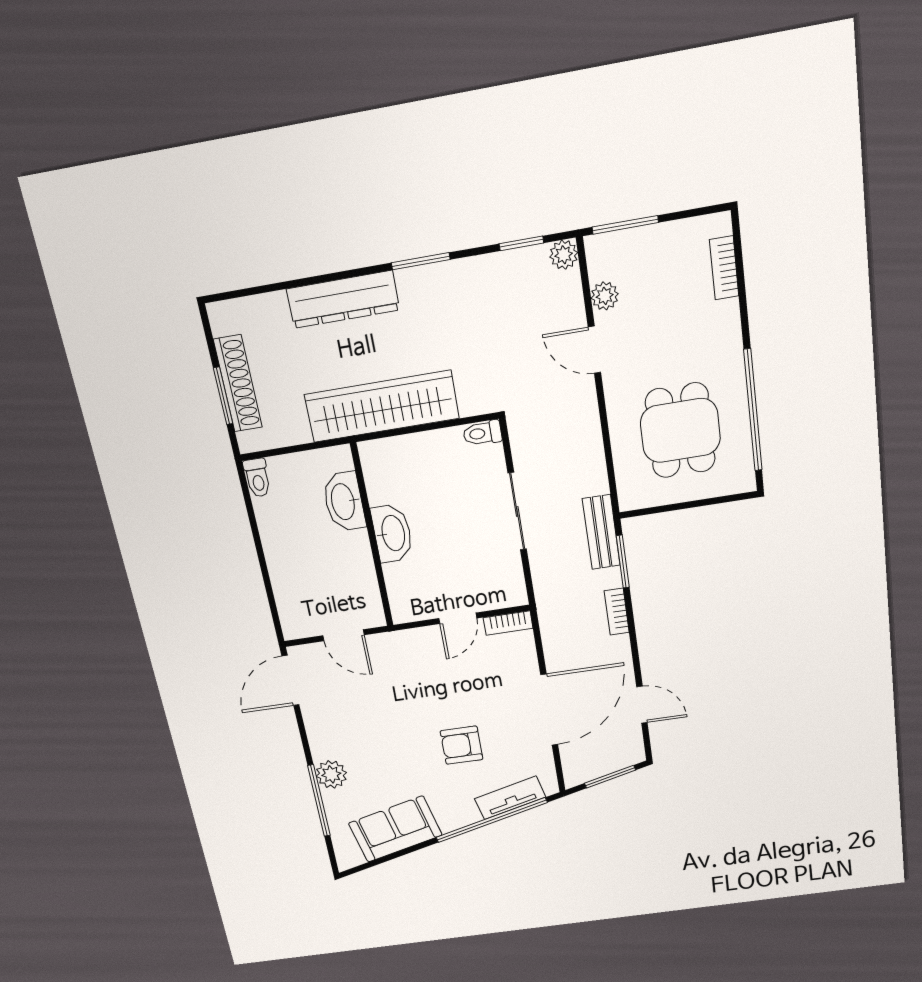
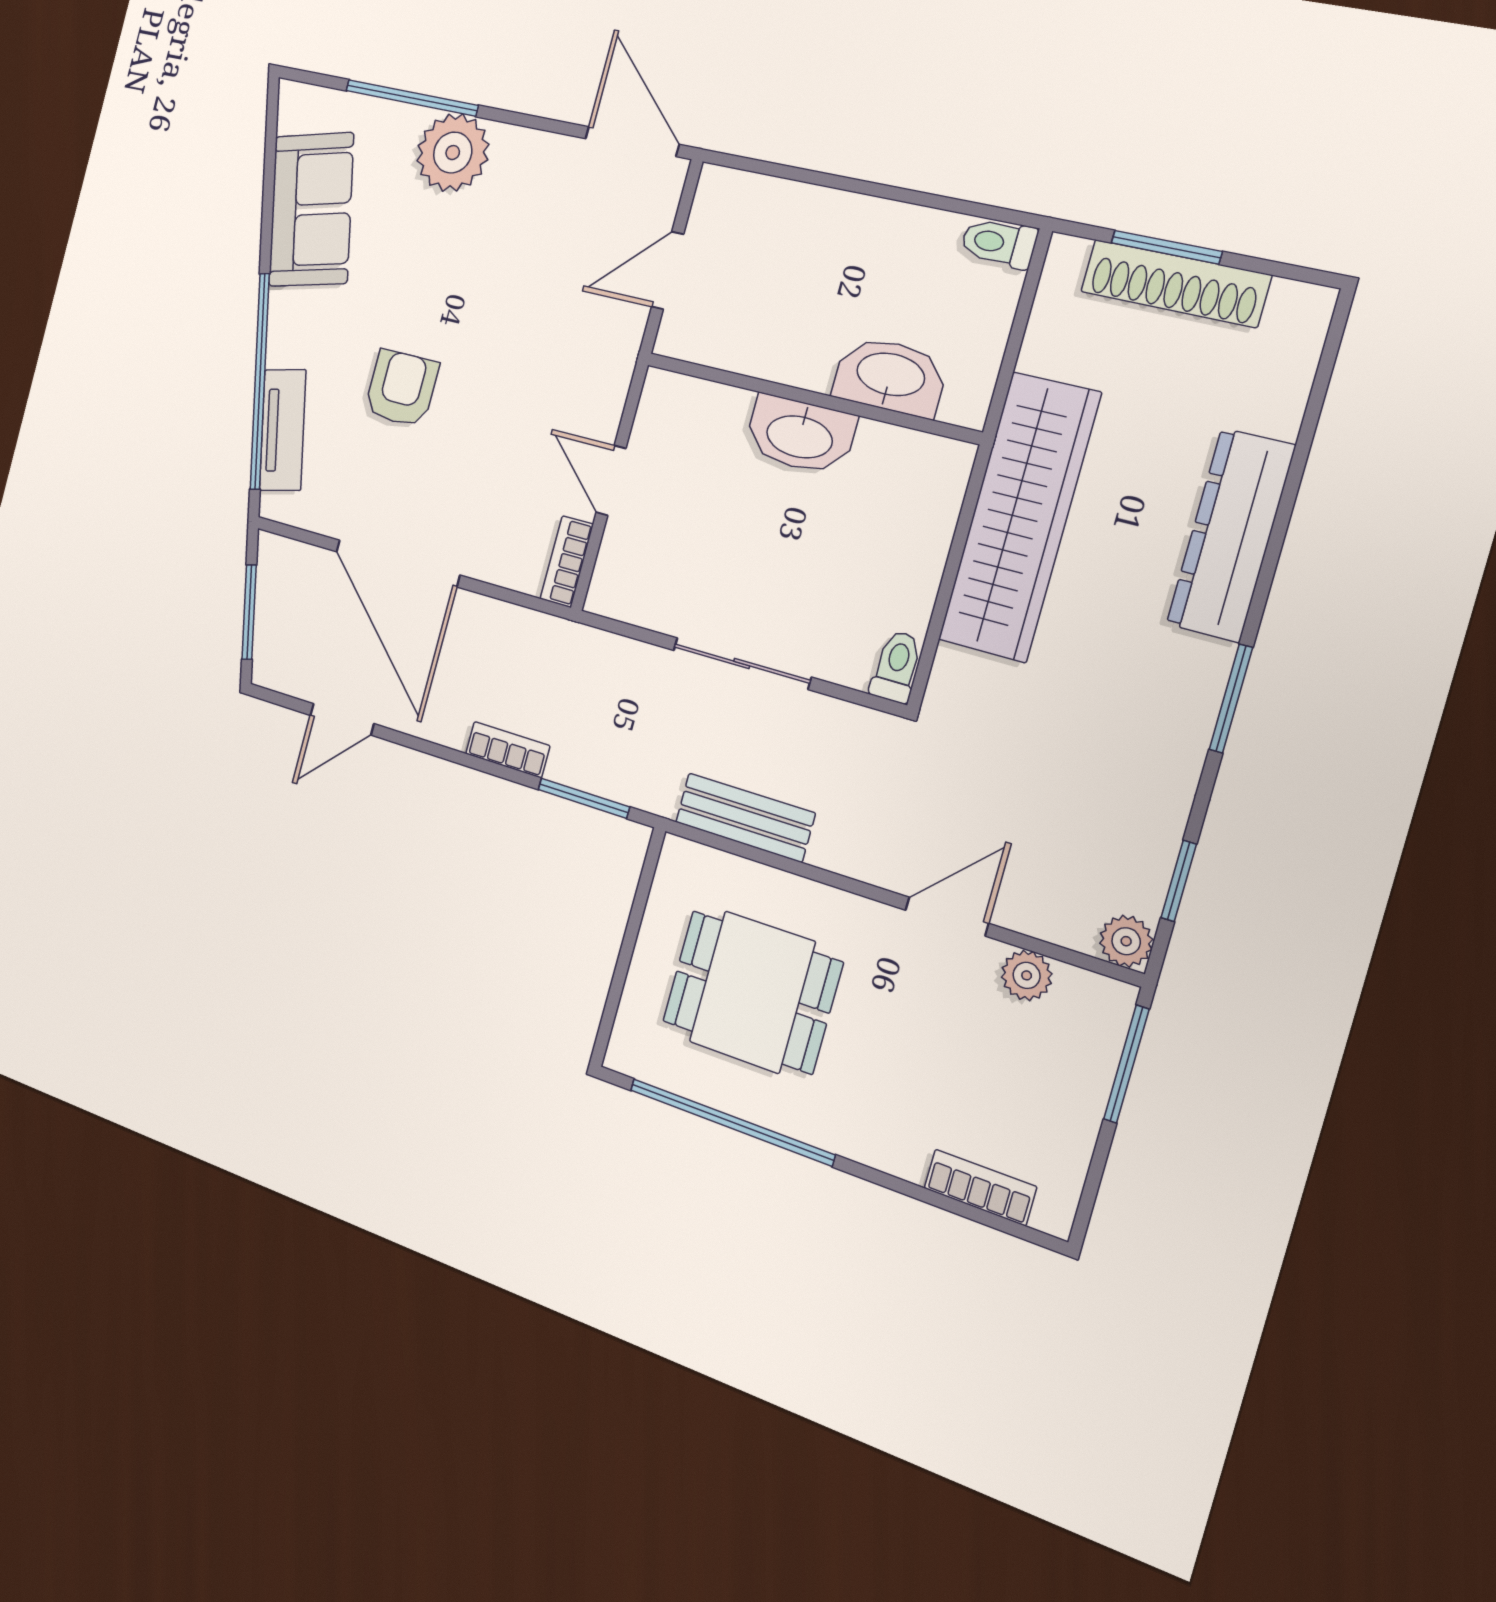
bench: (601, 532) -> (745, 817), moved
plant: (331, 774) -> (453, 153), width x1.36, depth x1.36

